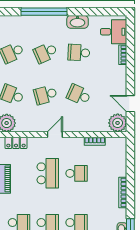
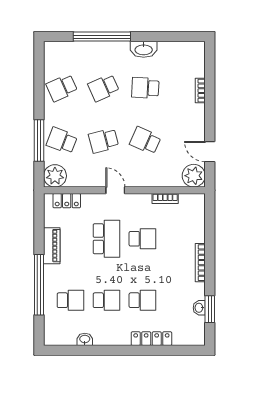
desk: (114, 32) -> (189, 62), removed
door: (55, 135) -> (115, 190), hinge flipped

